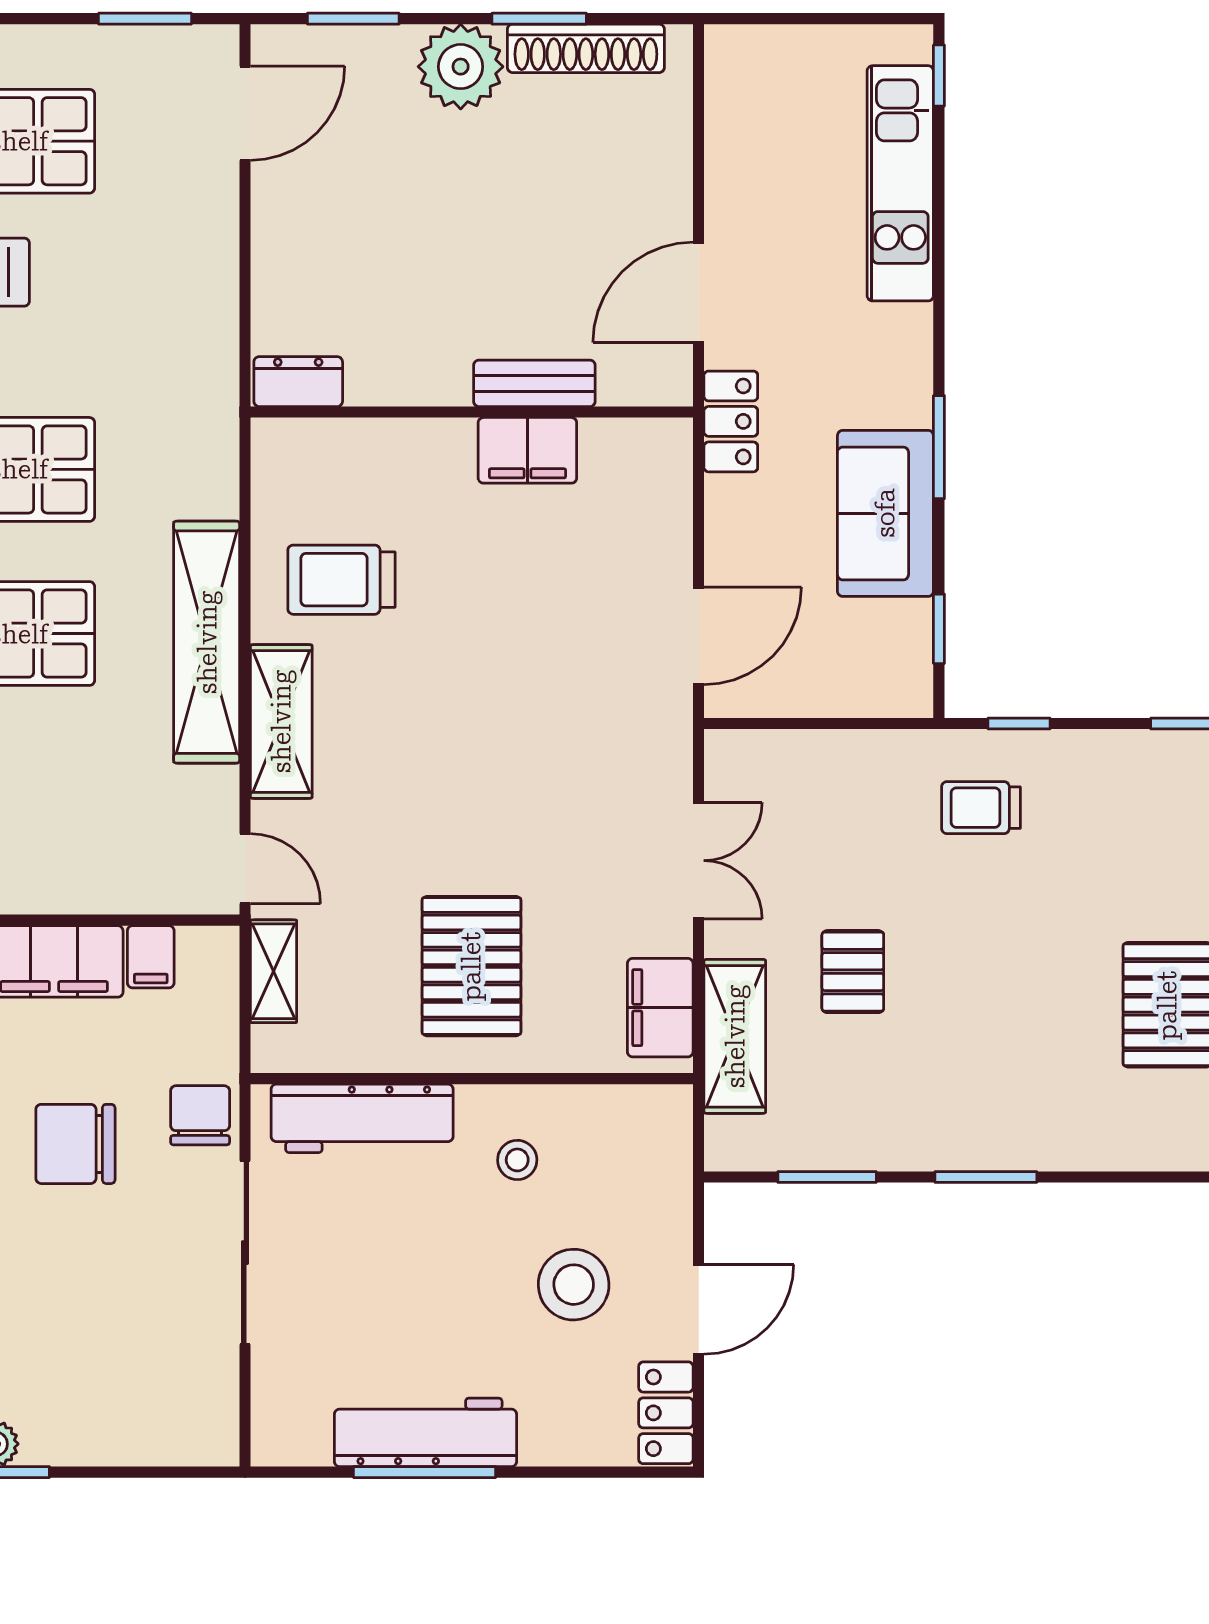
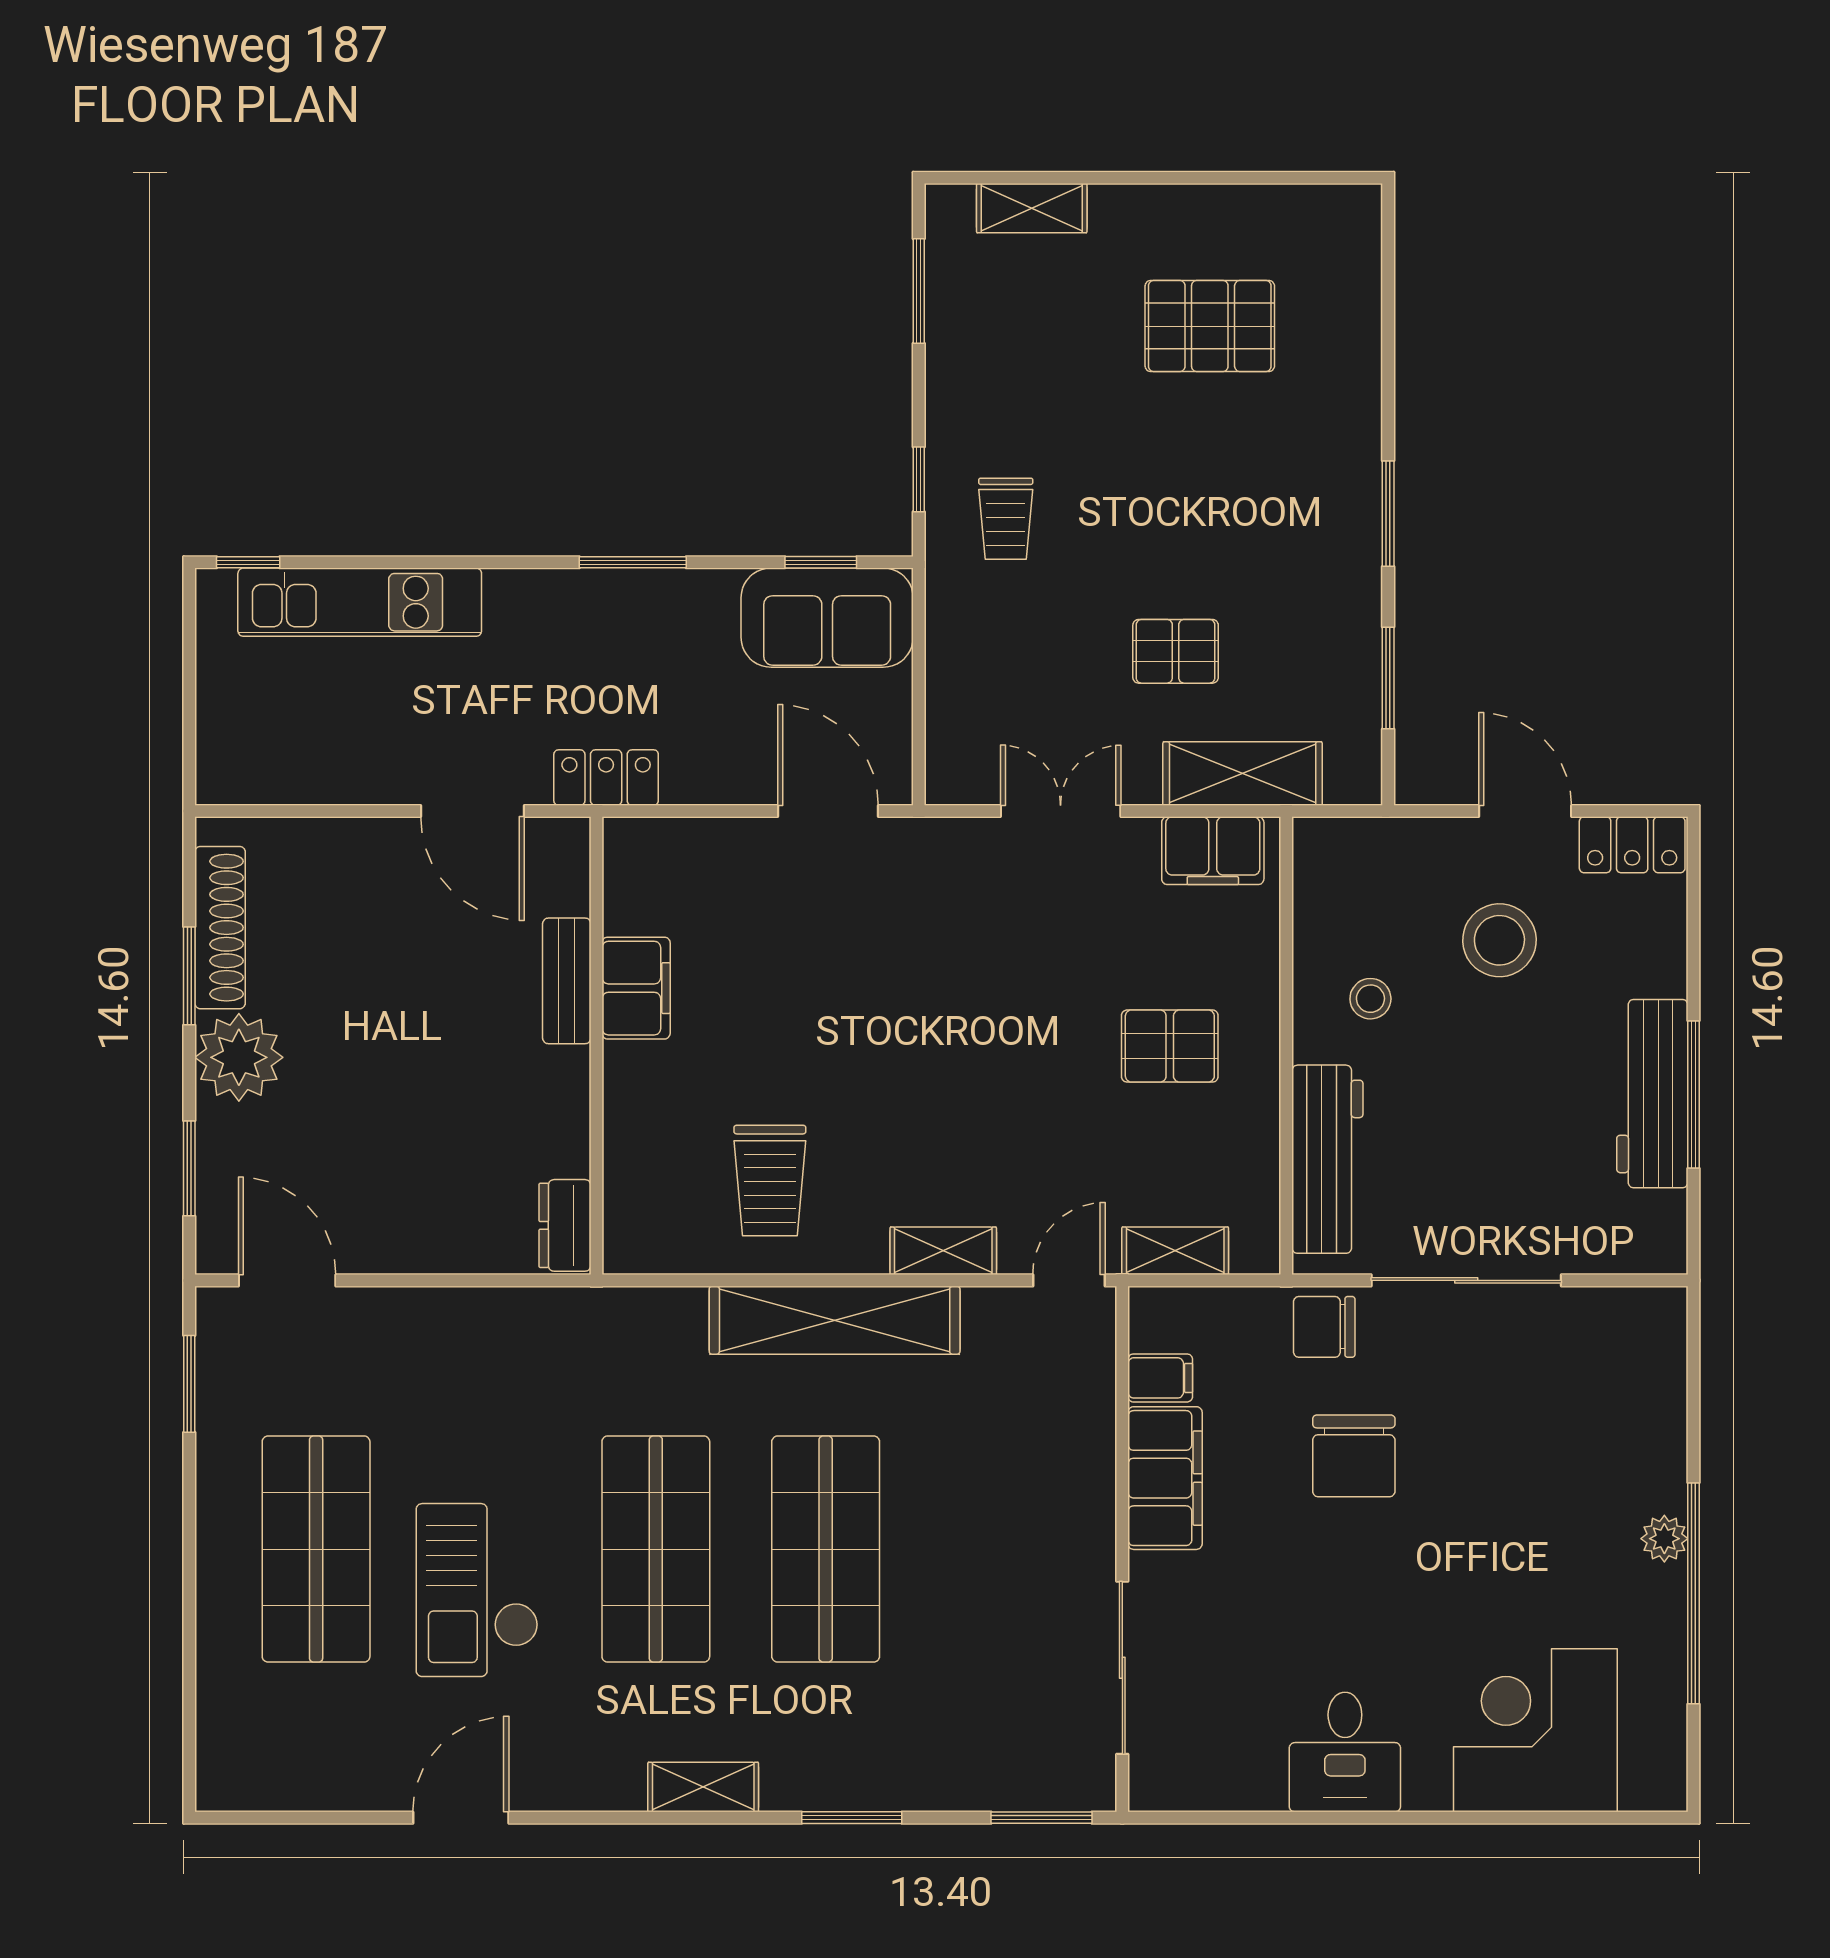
sofa: (885, 513) -> (827, 618), moved
shelving: (281, 721) -> (943, 1251), width x0.67, depth x0.75
pallet: (471, 966) -> (1170, 1046), width x0.67, depth x0.71

